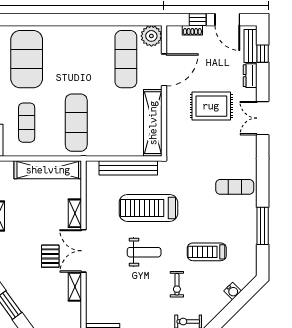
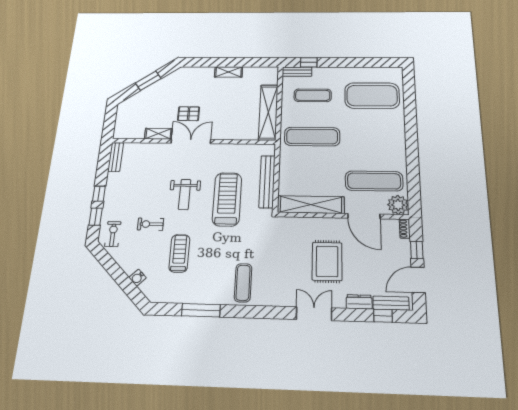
shoe rack: (192, 30) -> (405, 229), moved
shelving: (75, 213) -> (226, 134), removed

